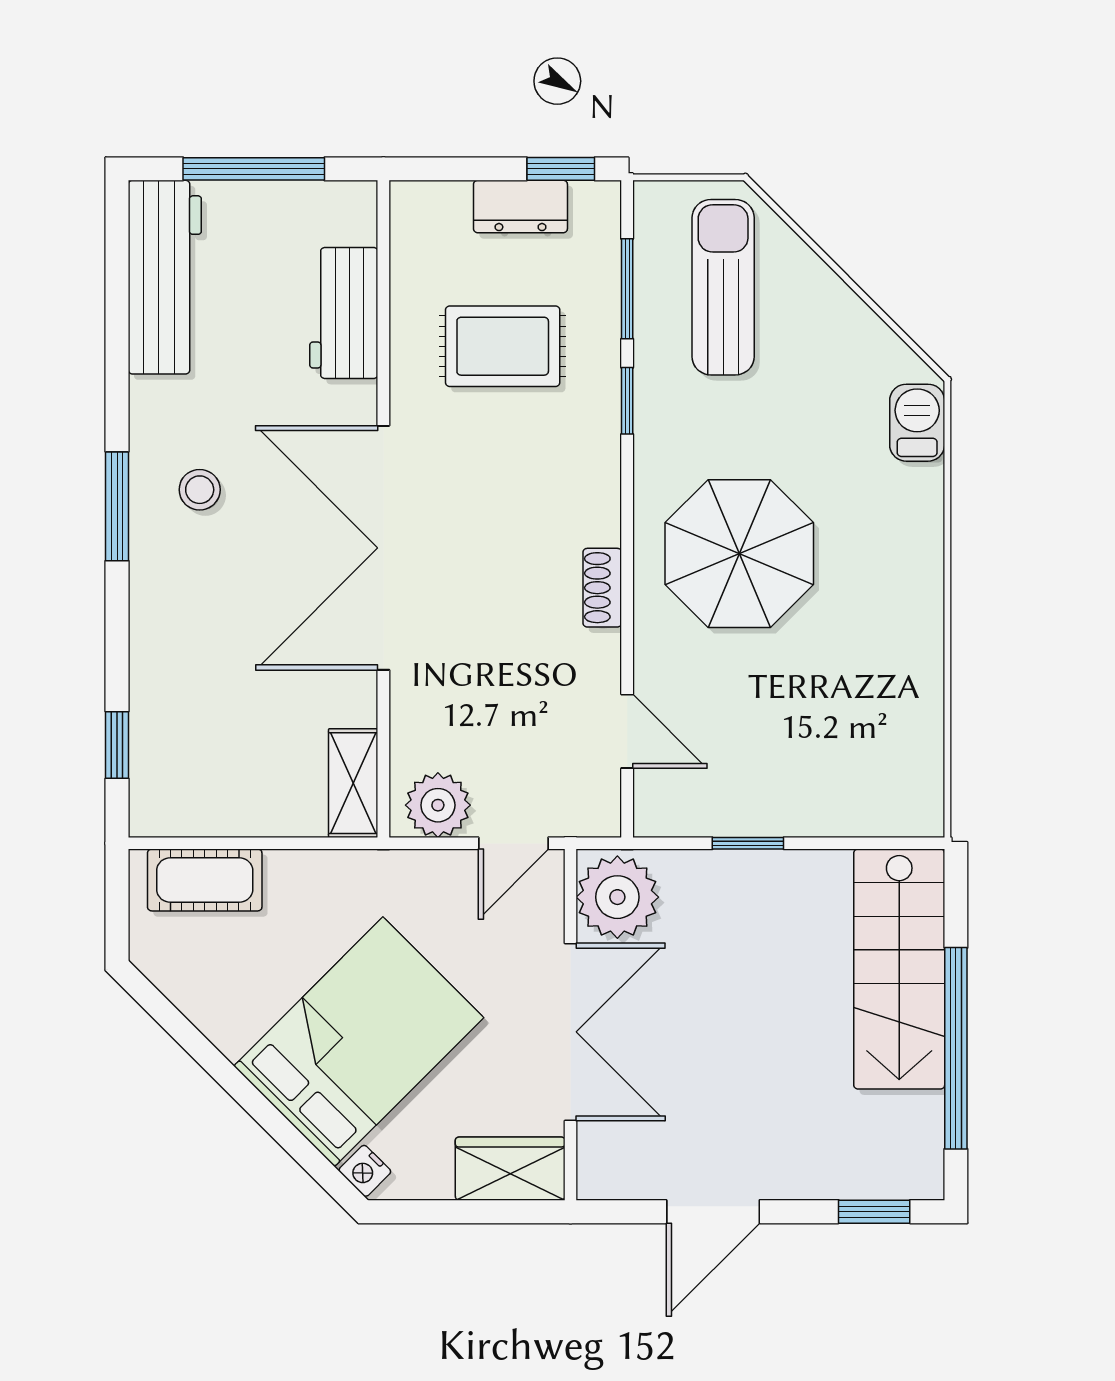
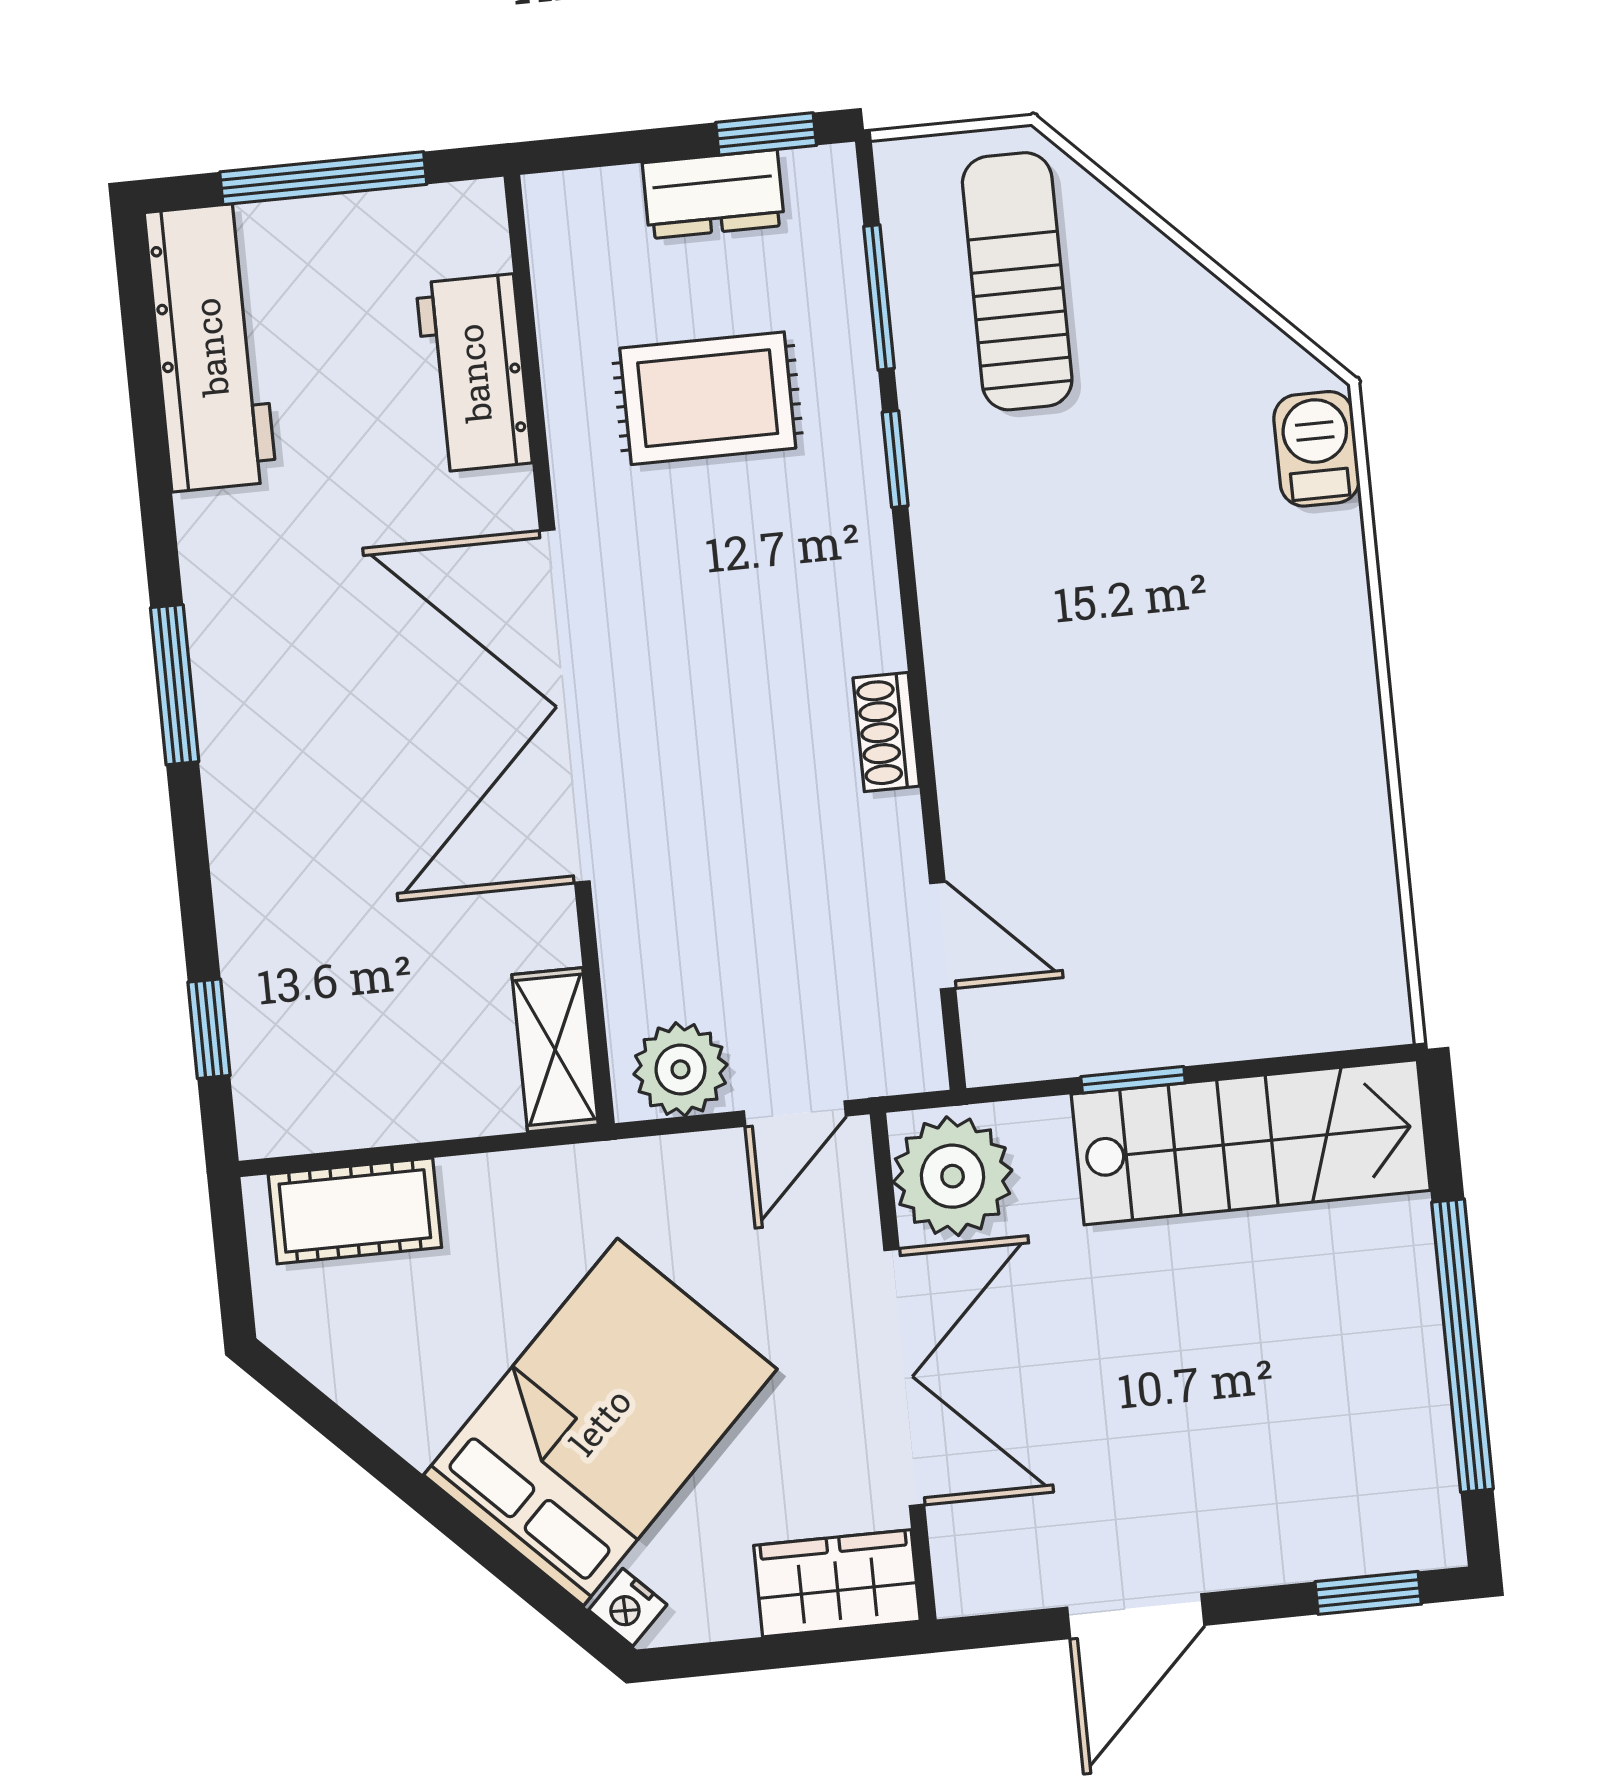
stool: (200, 490) -> (291, 649), removed
parasol: (739, 554) -> (1079, 663), removed
stairs: (899, 969) -> (1251, 1142), moved, turned -90

